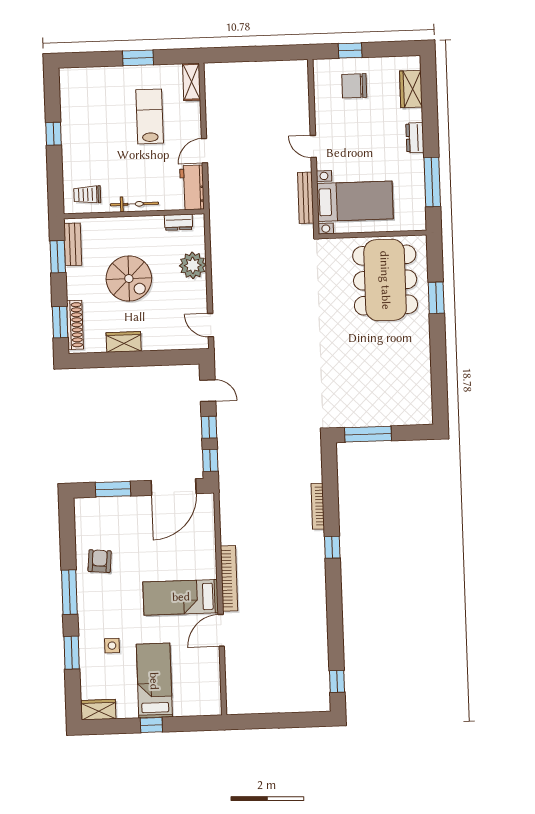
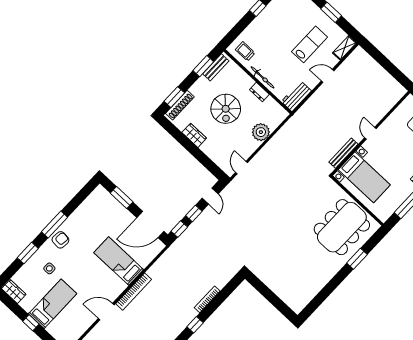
door: (204, 151) -> (328, 76), moved
dresser: (178, 222) -> (259, 92), moved
window: (368, 434) -> (263, 290), removed
armchair: (100, 561) -> (60, 240), moved
bed: (181, 597) -> (119, 261), moved

